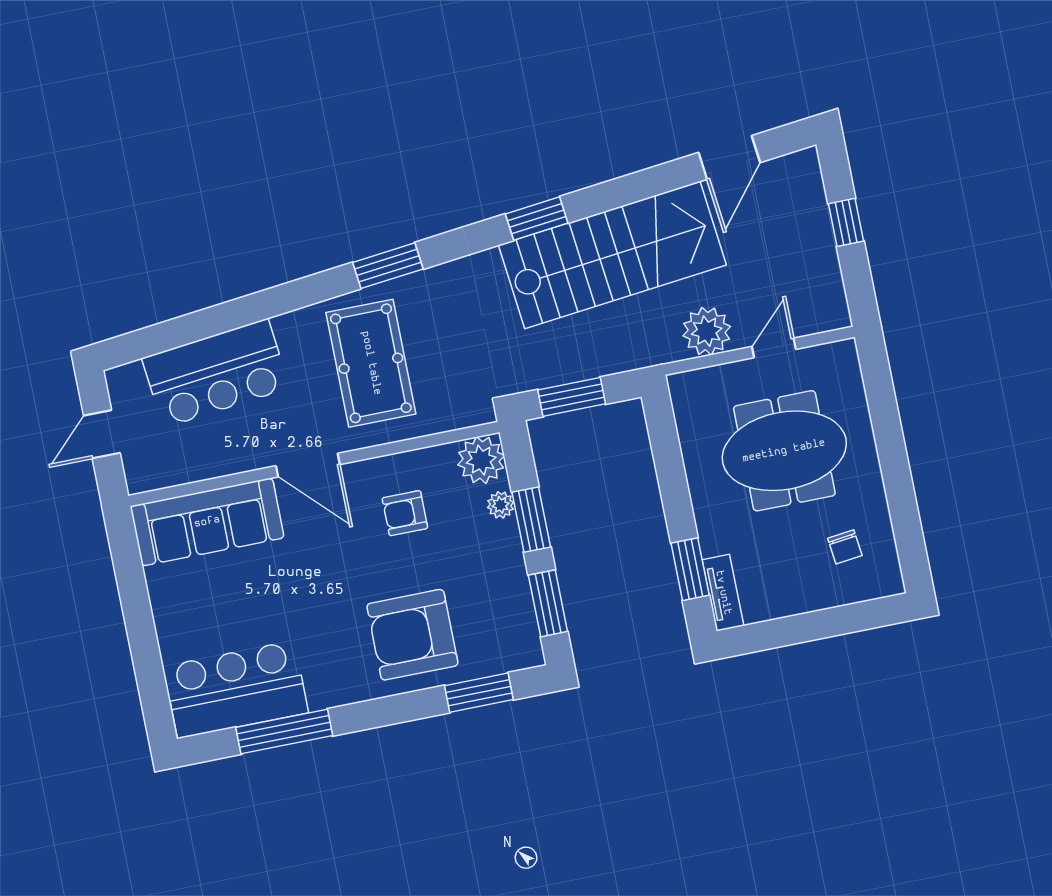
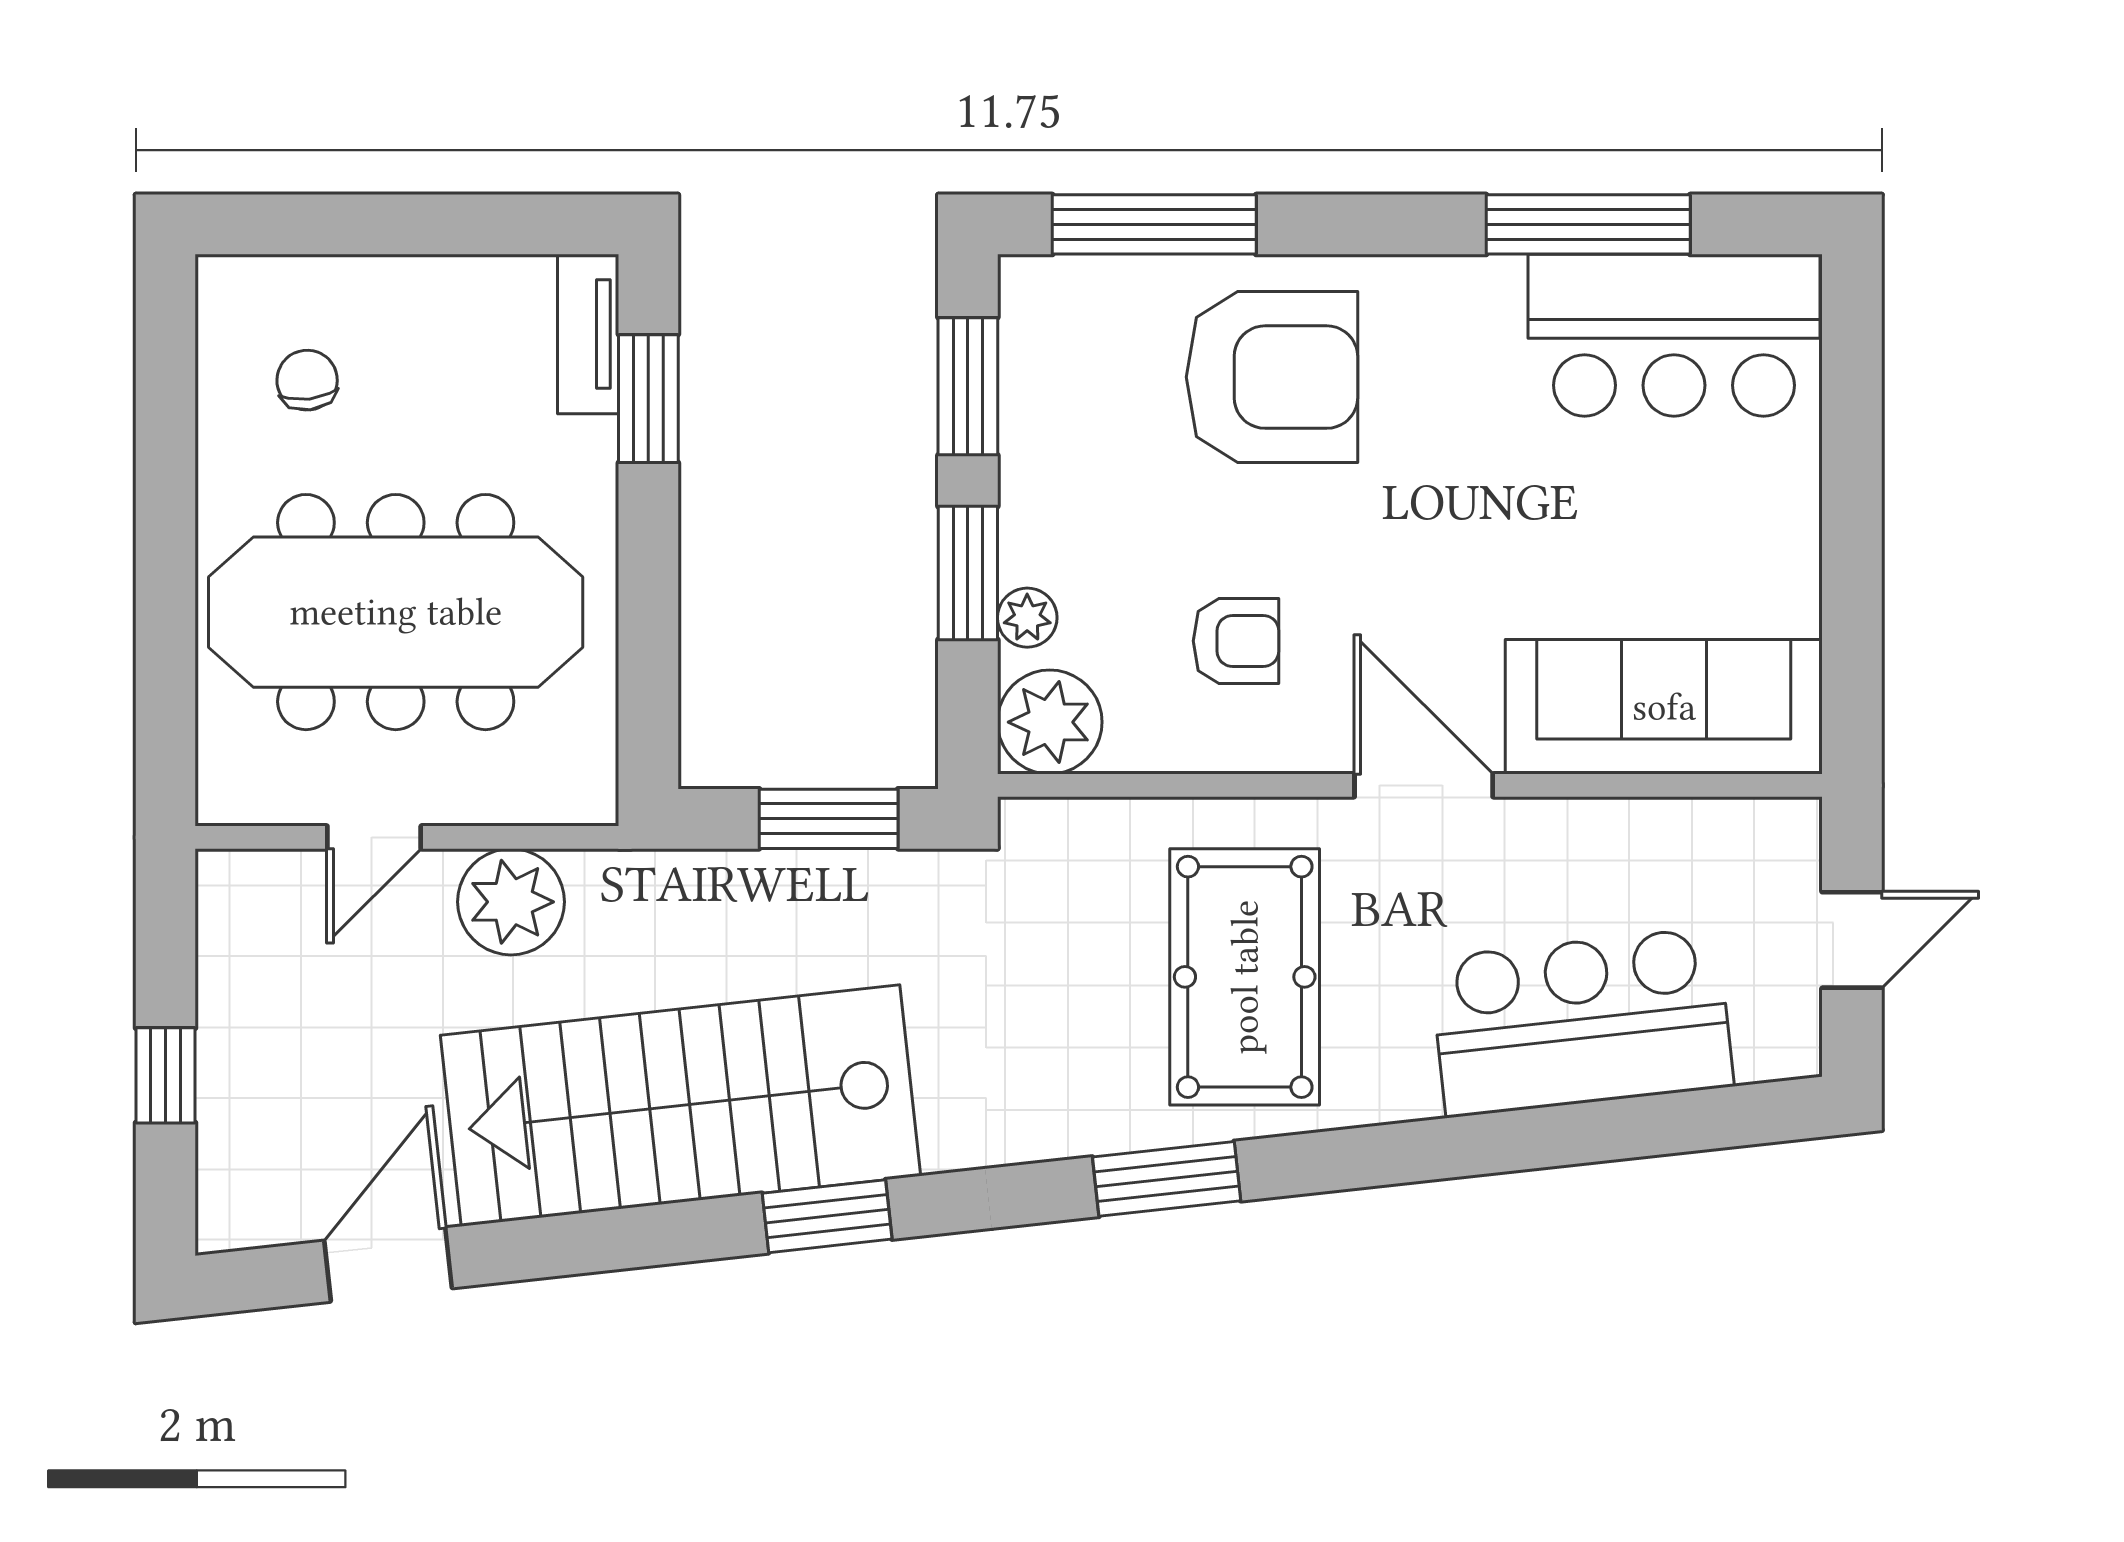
meeting table: (784, 451) -> (396, 612), width x1.36
window: (479, 693) -> (1154, 224), width x1.44

